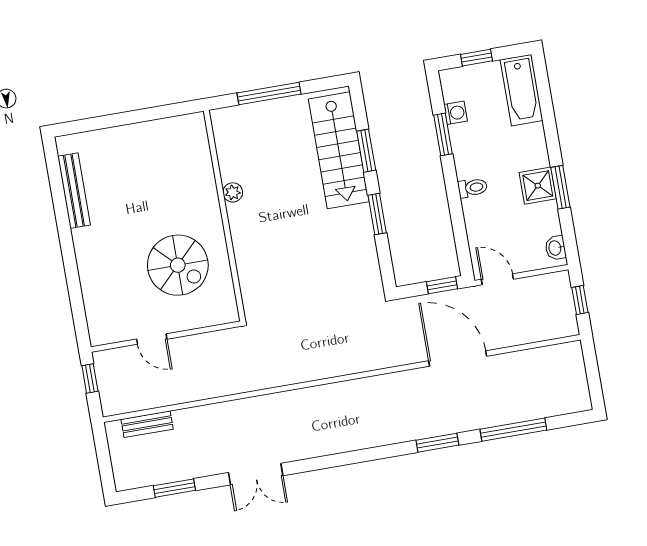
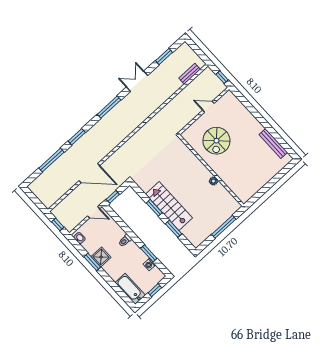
stairs: (339, 150) -> (169, 206), moved
spiral stairs: (178, 265) -> (216, 141), turned -90
window: (340, 459) -> (109, 107), added

